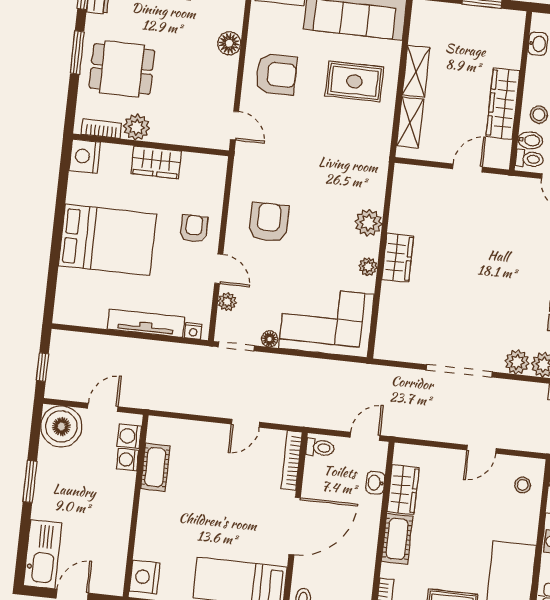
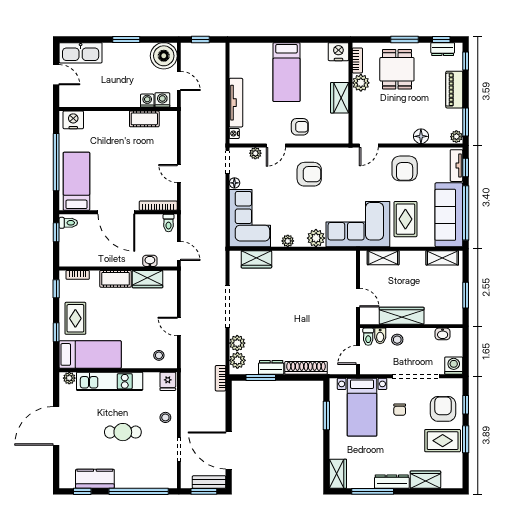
shelving: (416, 71) -> (442, 258), moved
corner sofa: (354, 156) -> (358, 224), added
bed: (107, 240) -> (287, 72), width x0.67
wardrobe: (398, 258) -> (256, 259), moved

